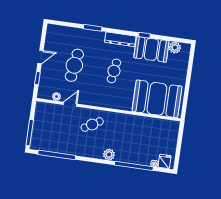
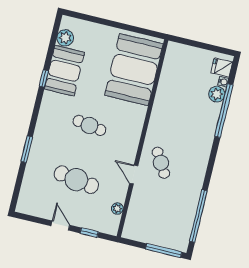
dresser: (120, 39) -> (46, 113), removed
door: (70, 104) -> (134, 175), moved
plant: (109, 155) -> (217, 94), moved

